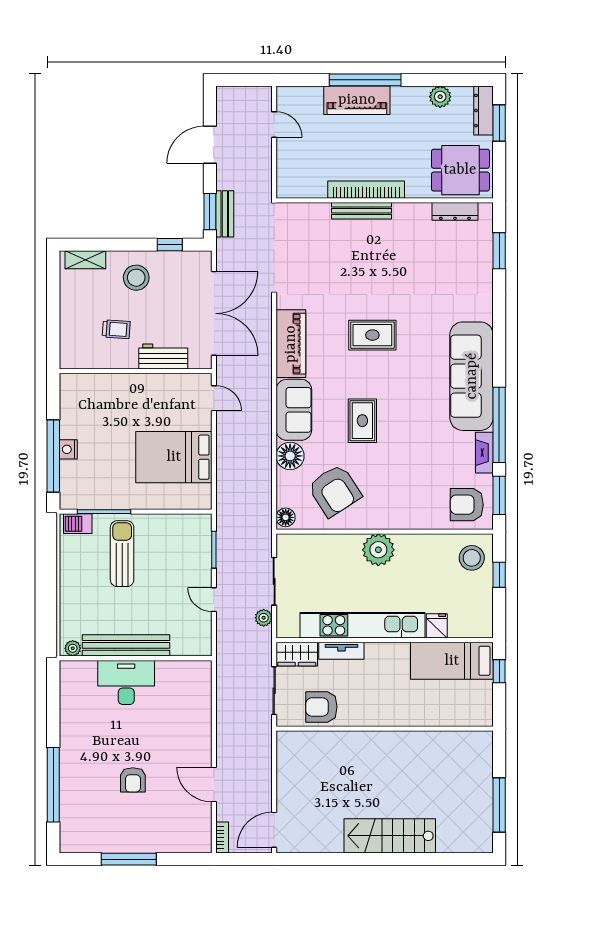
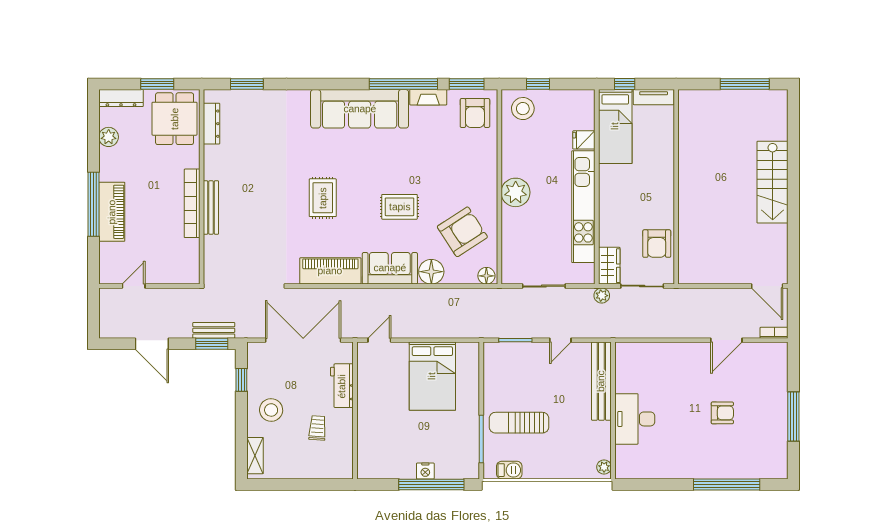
window: (499, 123) -> (157, 84), moved
barbecue: (78, 524) -> (509, 470), moved, turned -90
plant: (264, 618) -> (602, 296), moved
bench: (126, 645) -> (601, 381), moved
tv unit: (341, 651) -> (654, 97), moved, turned 90

